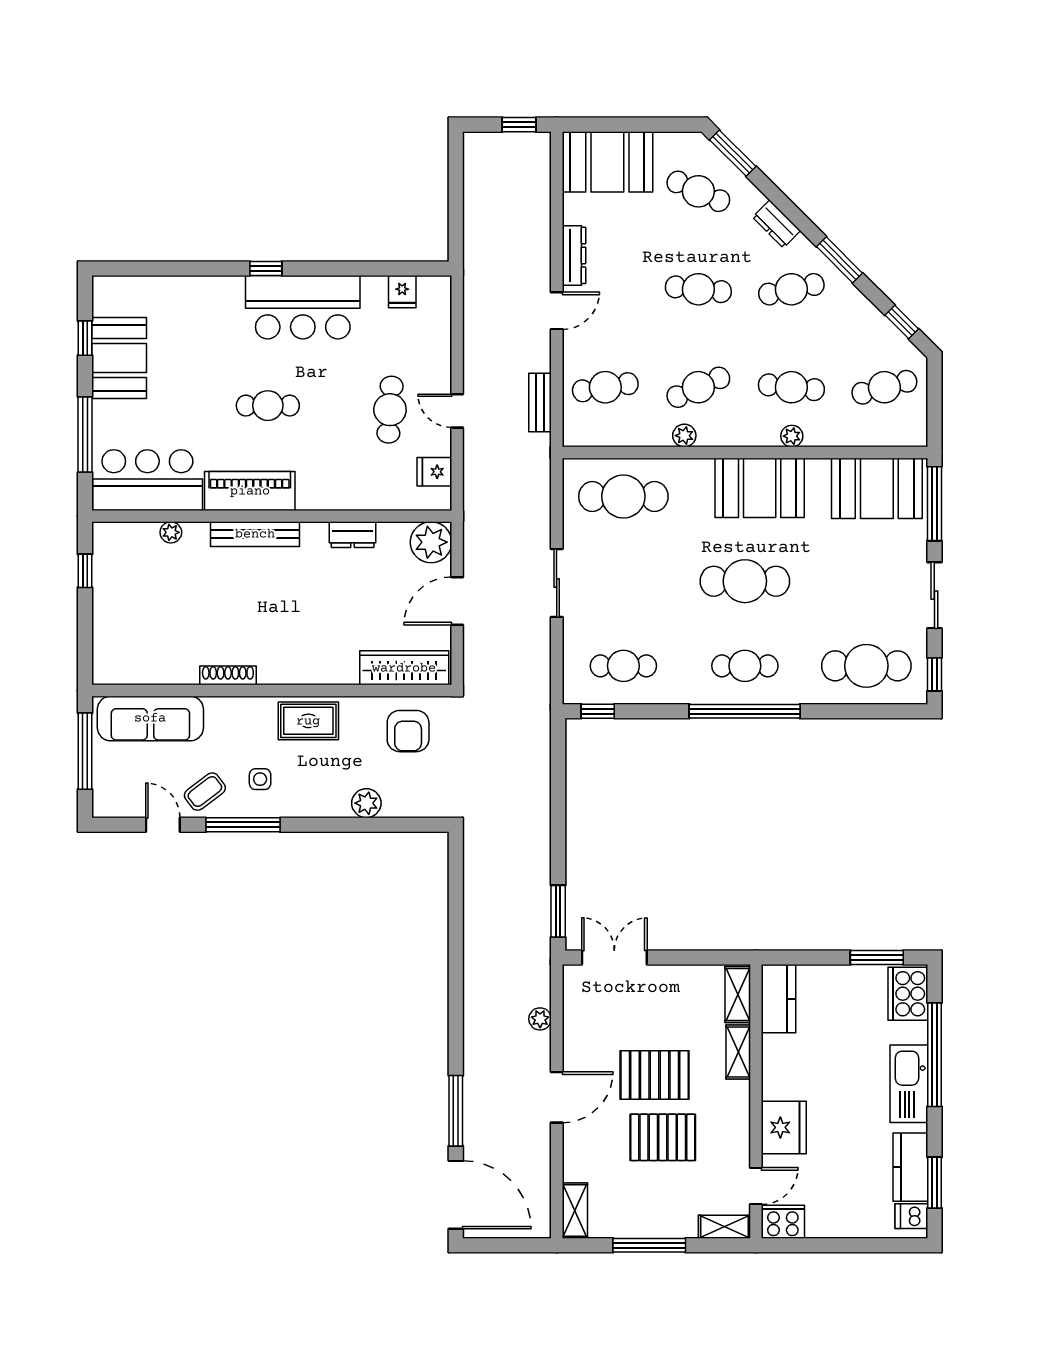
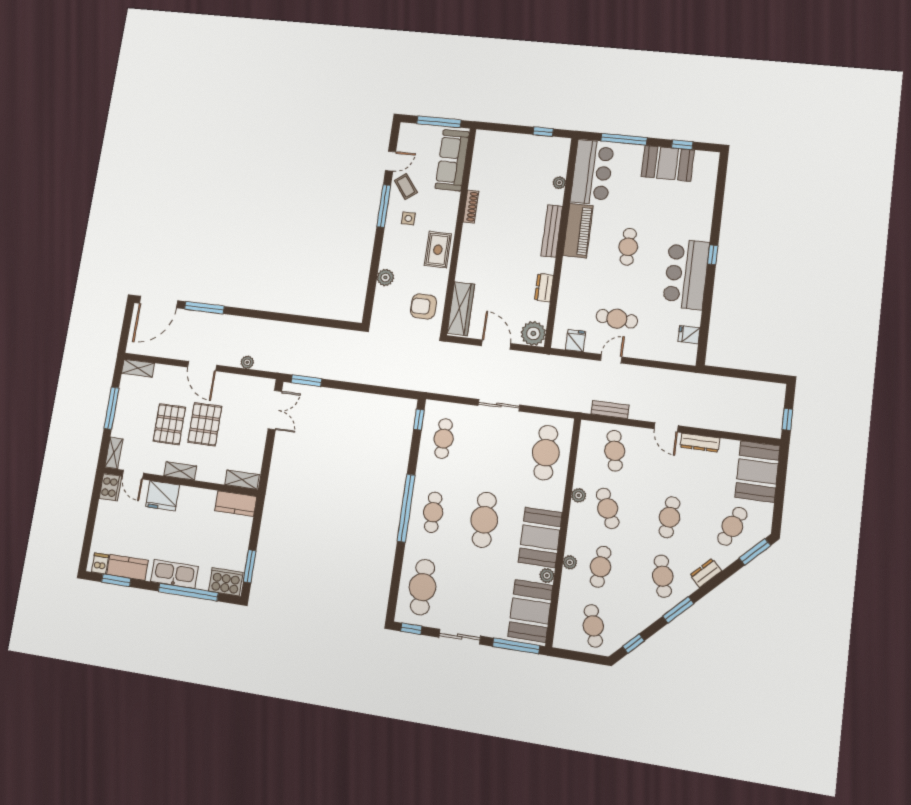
plant: (818, 470) -> (547, 576), added
shelving: (738, 1052) -> (180, 471), moved

